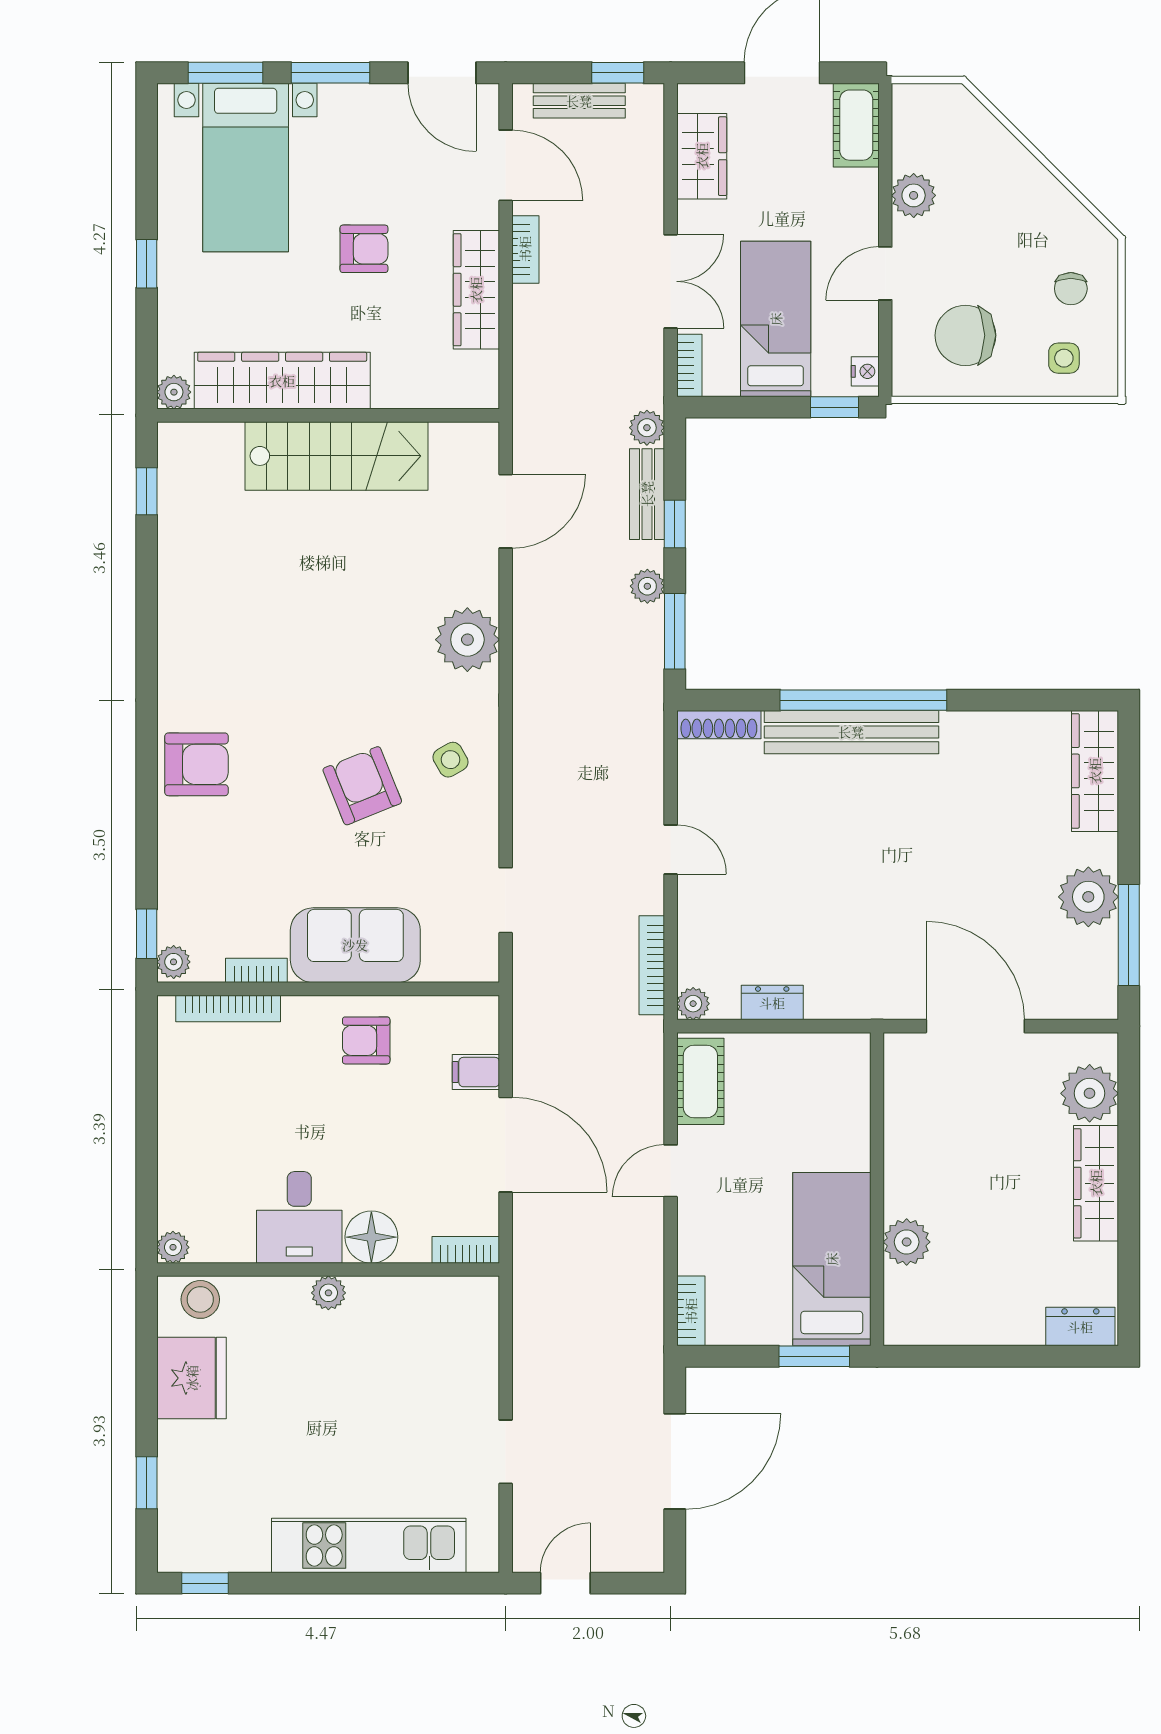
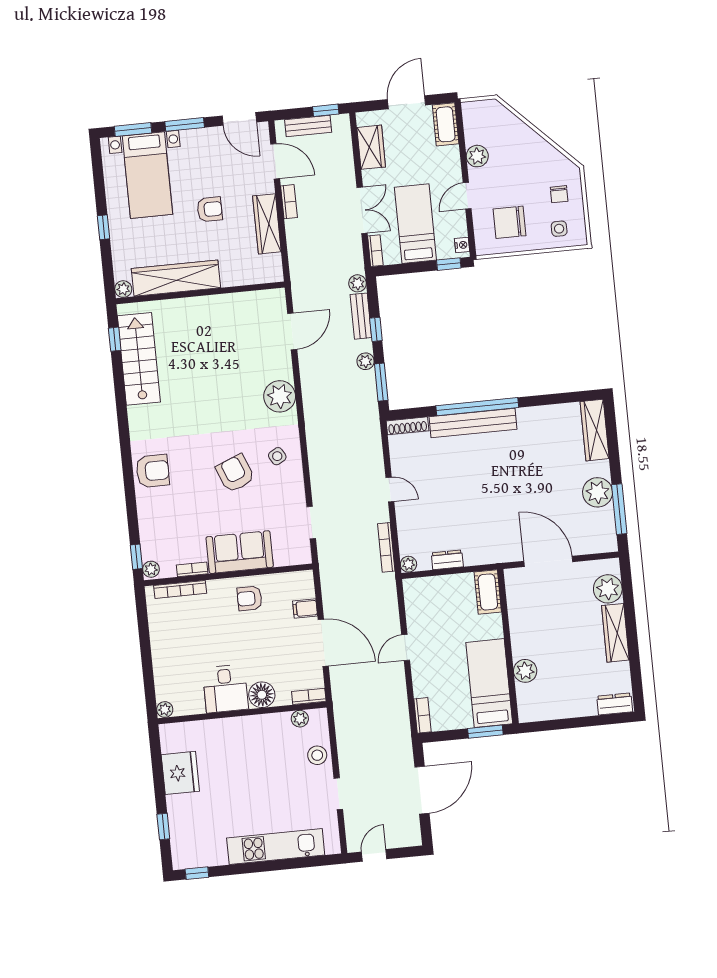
stairs: (337, 456) -> (139, 359), moved, turned -90
cot: (700, 1081) -> (488, 592), moved
plant: (328, 1293) -> (300, 719), moved
stool: (200, 1299) -> (317, 755), moved

